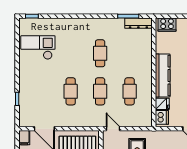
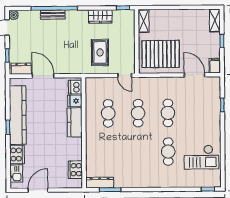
cooker: (167, 25) -> (75, 170), moved, turned -90
cafe table: (100, 53) -> (168, 152), moved
kitchen counter: (163, 75) -> (75, 122), width x0.67

